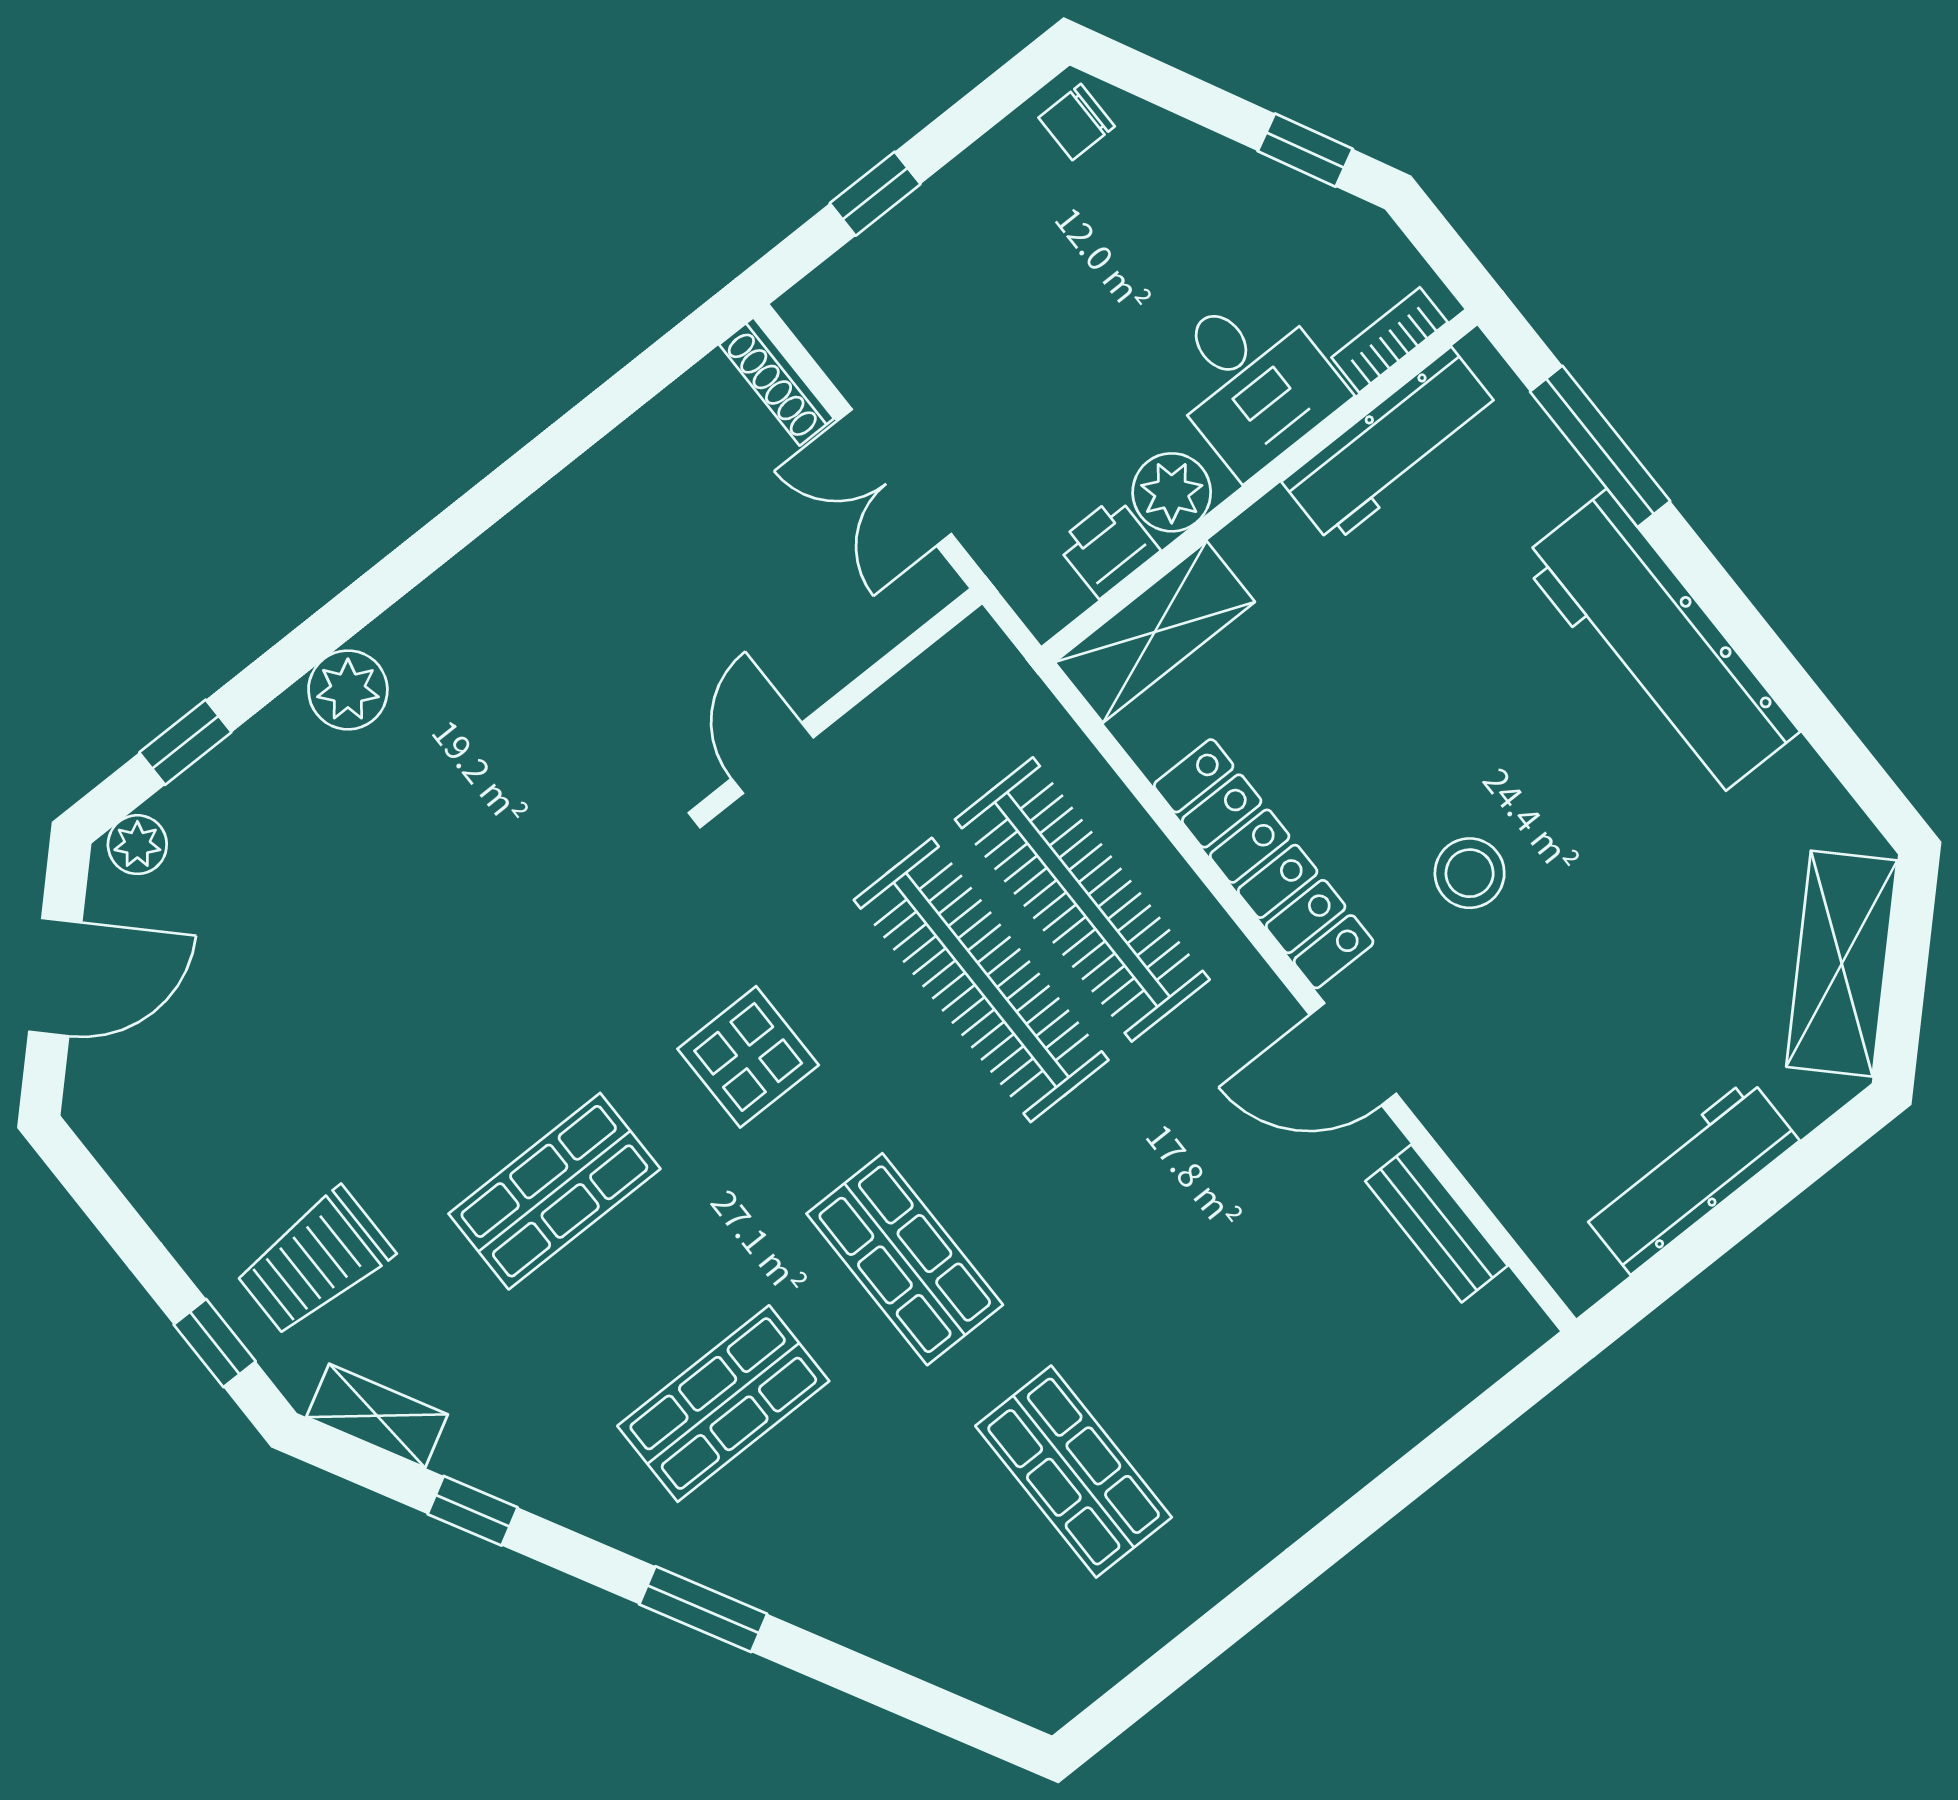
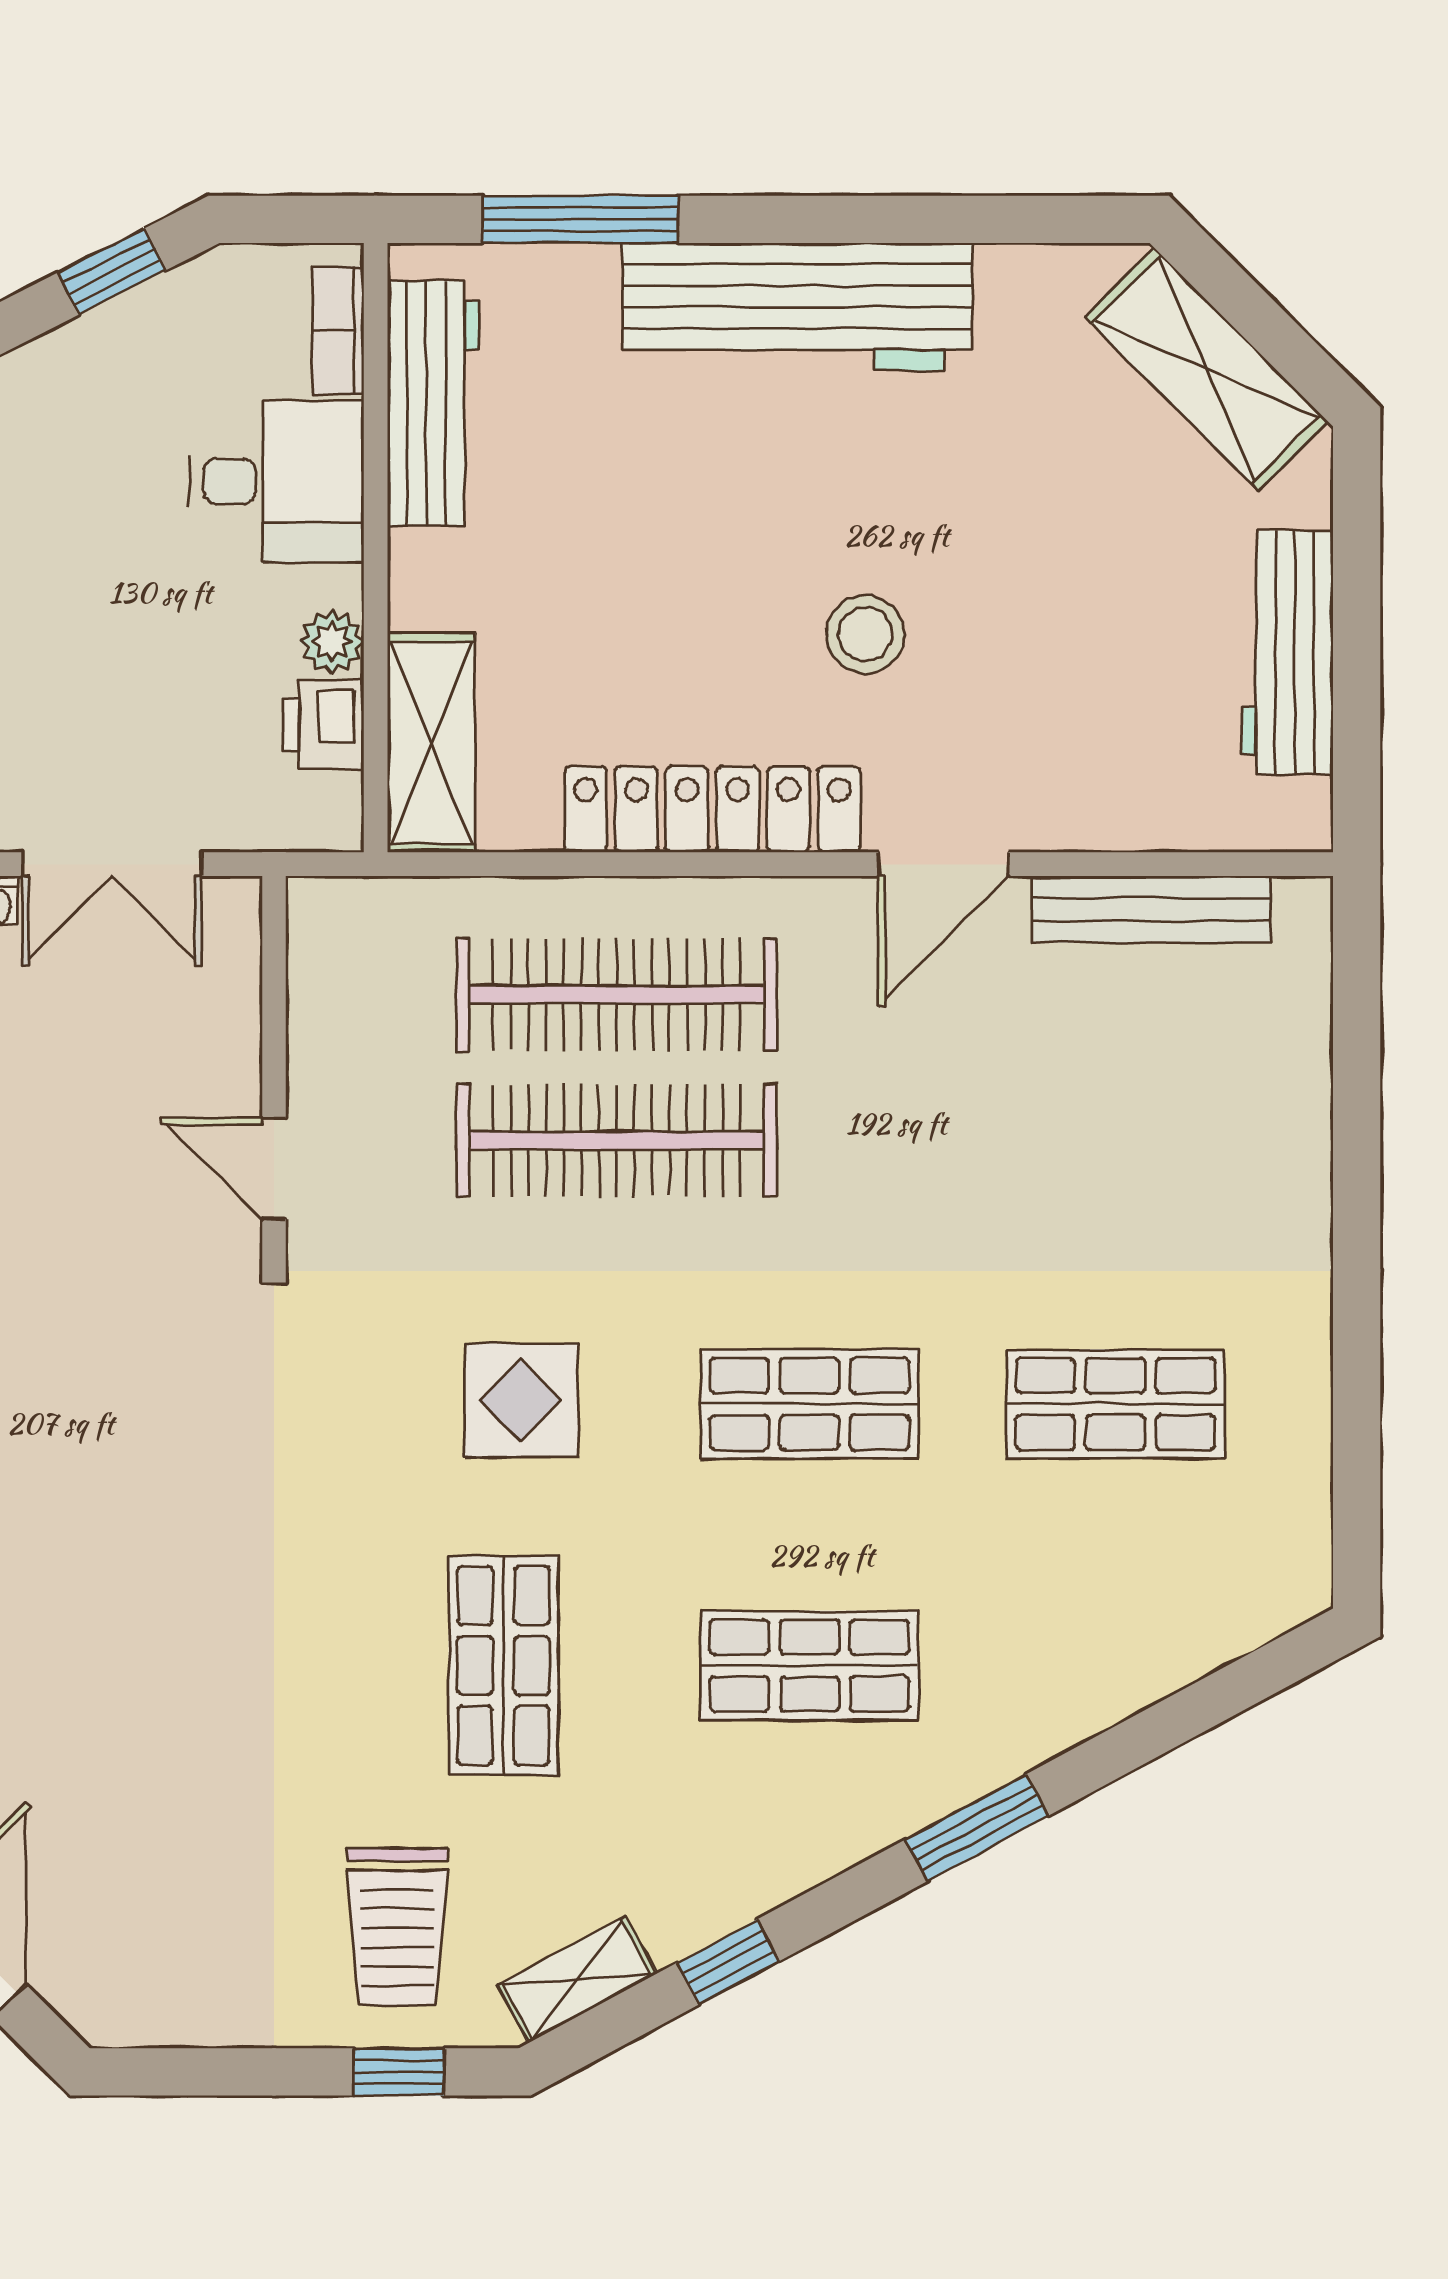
plant: (1172, 492) -> (332, 642), width x0.73, depth x0.73
bench: (1436, 1223) -> (1151, 909), width x1.36
shop shelf: (723, 1404) -> (809, 1665), turned 90

